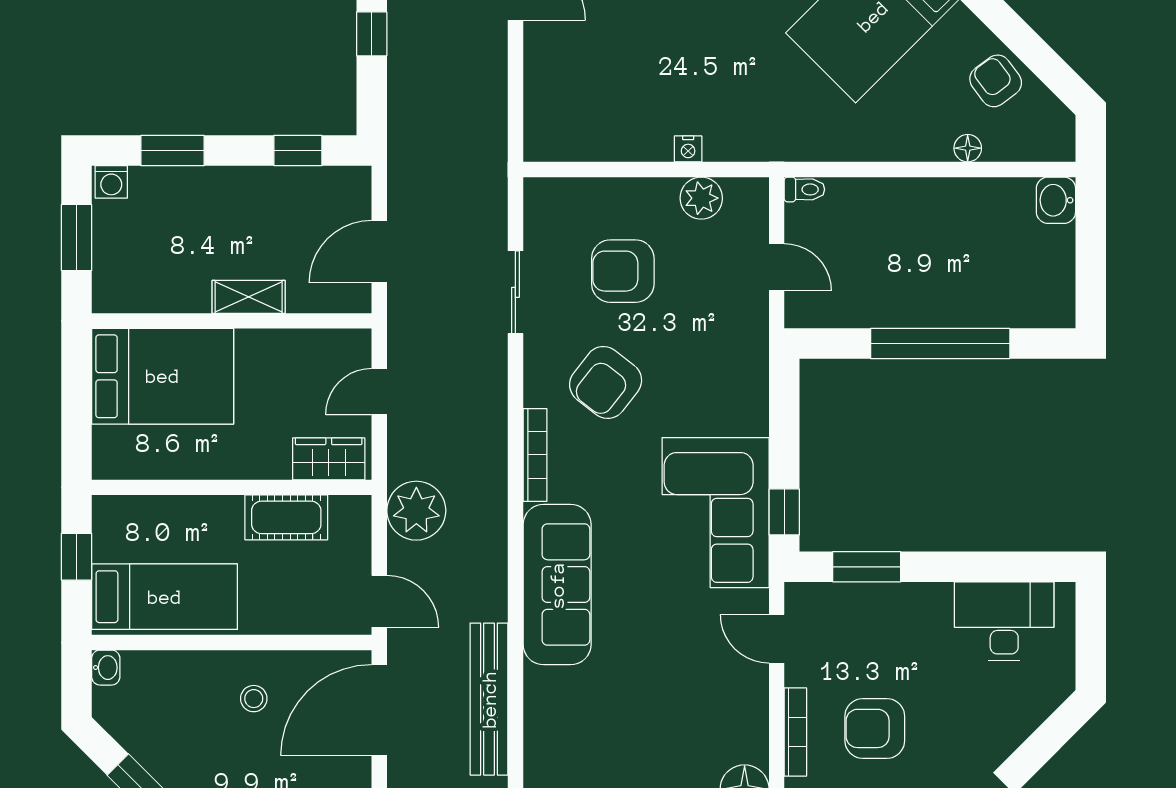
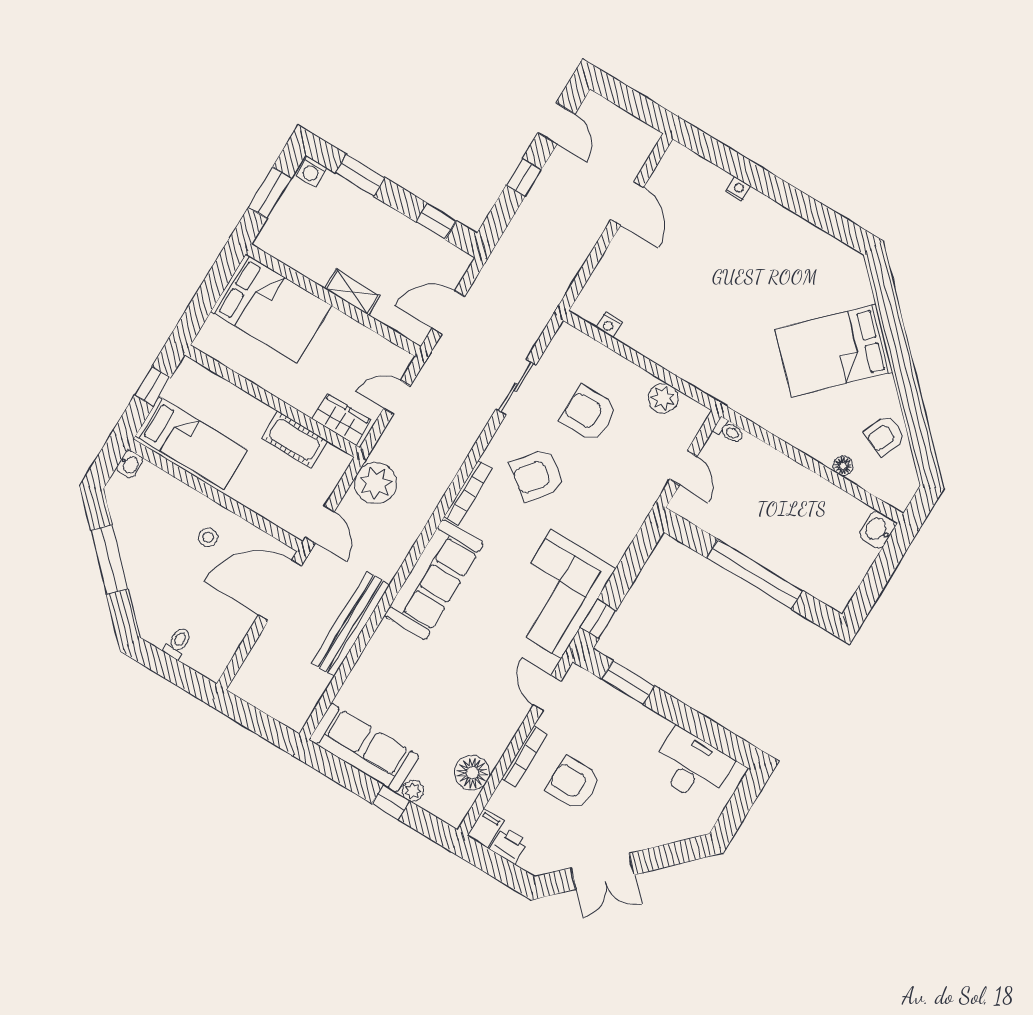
armchair: (996, 81) -> (885, 435), turned -120
nightstand: (688, 149) -> (609, 325), moved

